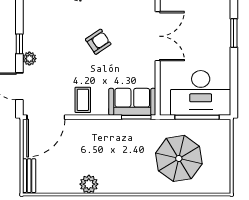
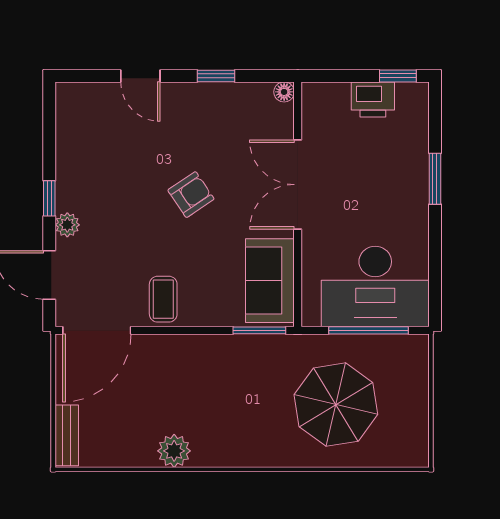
double door: (158, 36) -> (298, 185), swing flipped
sofa: (132, 102) -> (270, 281), moved, turned -90

